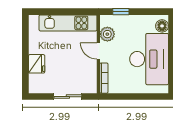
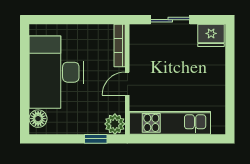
plant: (107, 34) -> (115, 124), moved
door: (98, 51) -> (127, 84), swing flipped
fridge: (37, 64) -> (211, 35), moved, turned -90

